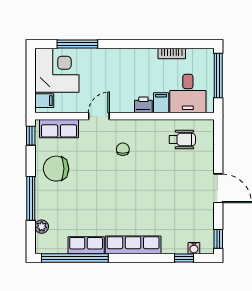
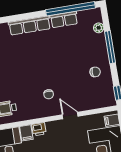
door: (99, 116) -> (70, 116), swing flipped
row of seats: (59, 129) -> (98, 102), removed
chair: (56, 169) -> (95, 72), width x0.54, depth x0.54

